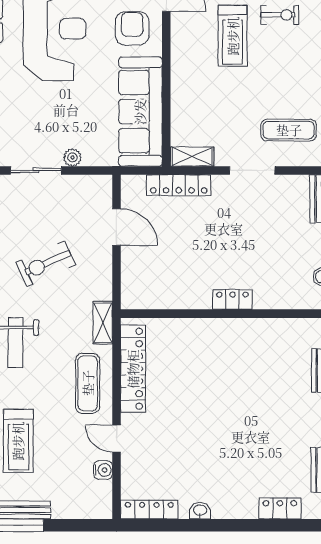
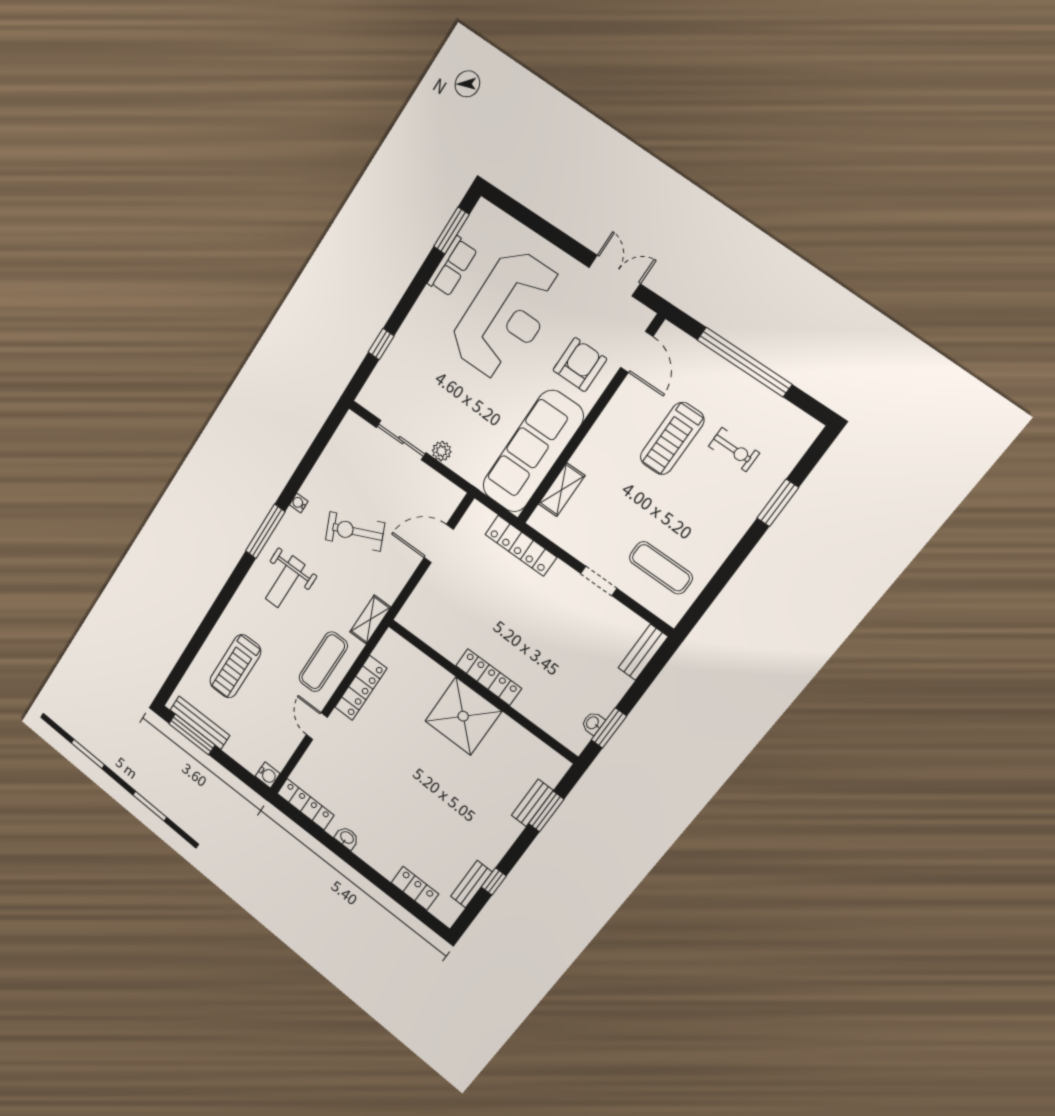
shelving: (192, 157) -> (562, 490), moved, turned 90
doorway: (252, 170) -> (599, 581), width x0.73
door: (117, 227) -> (439, 544), swing flipped
locker: (232, 300) -> (489, 677), width x1.53
shower: (224, 344) -> (463, 716), added
locker: (133, 369) -> (361, 688), width x0.71, depth x0.83
water cooler: (103, 470) -> (268, 775), moved

